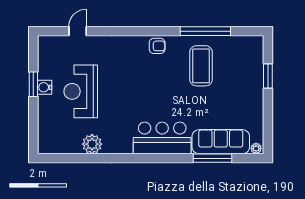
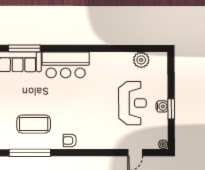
plant: (44, 41) -> (163, 144), added
coffee table: (201, 66) -> (34, 124), turned 90
plant: (92, 144) -> (141, 60), moved

